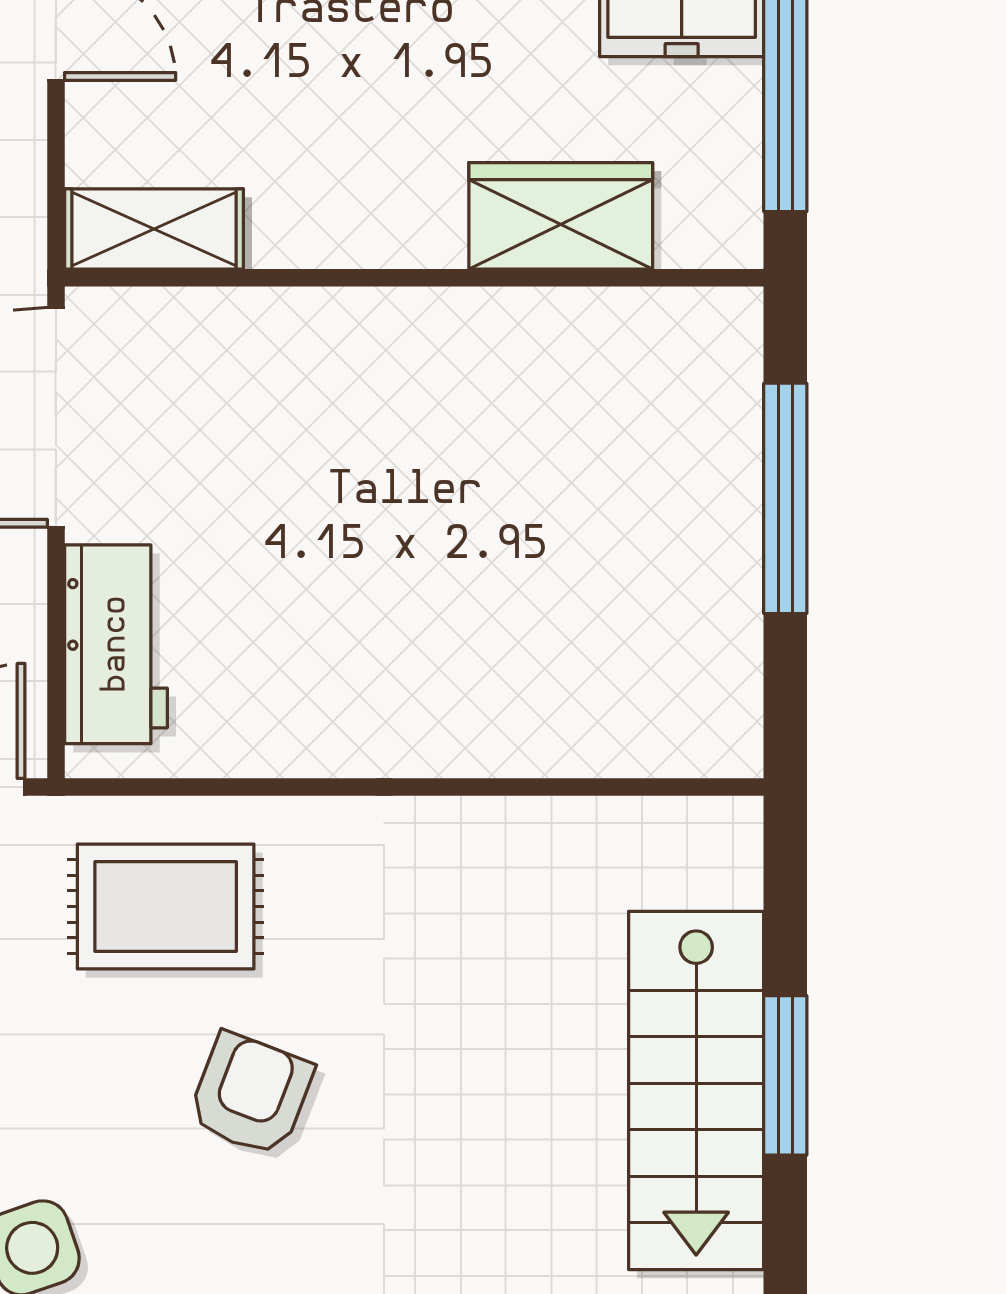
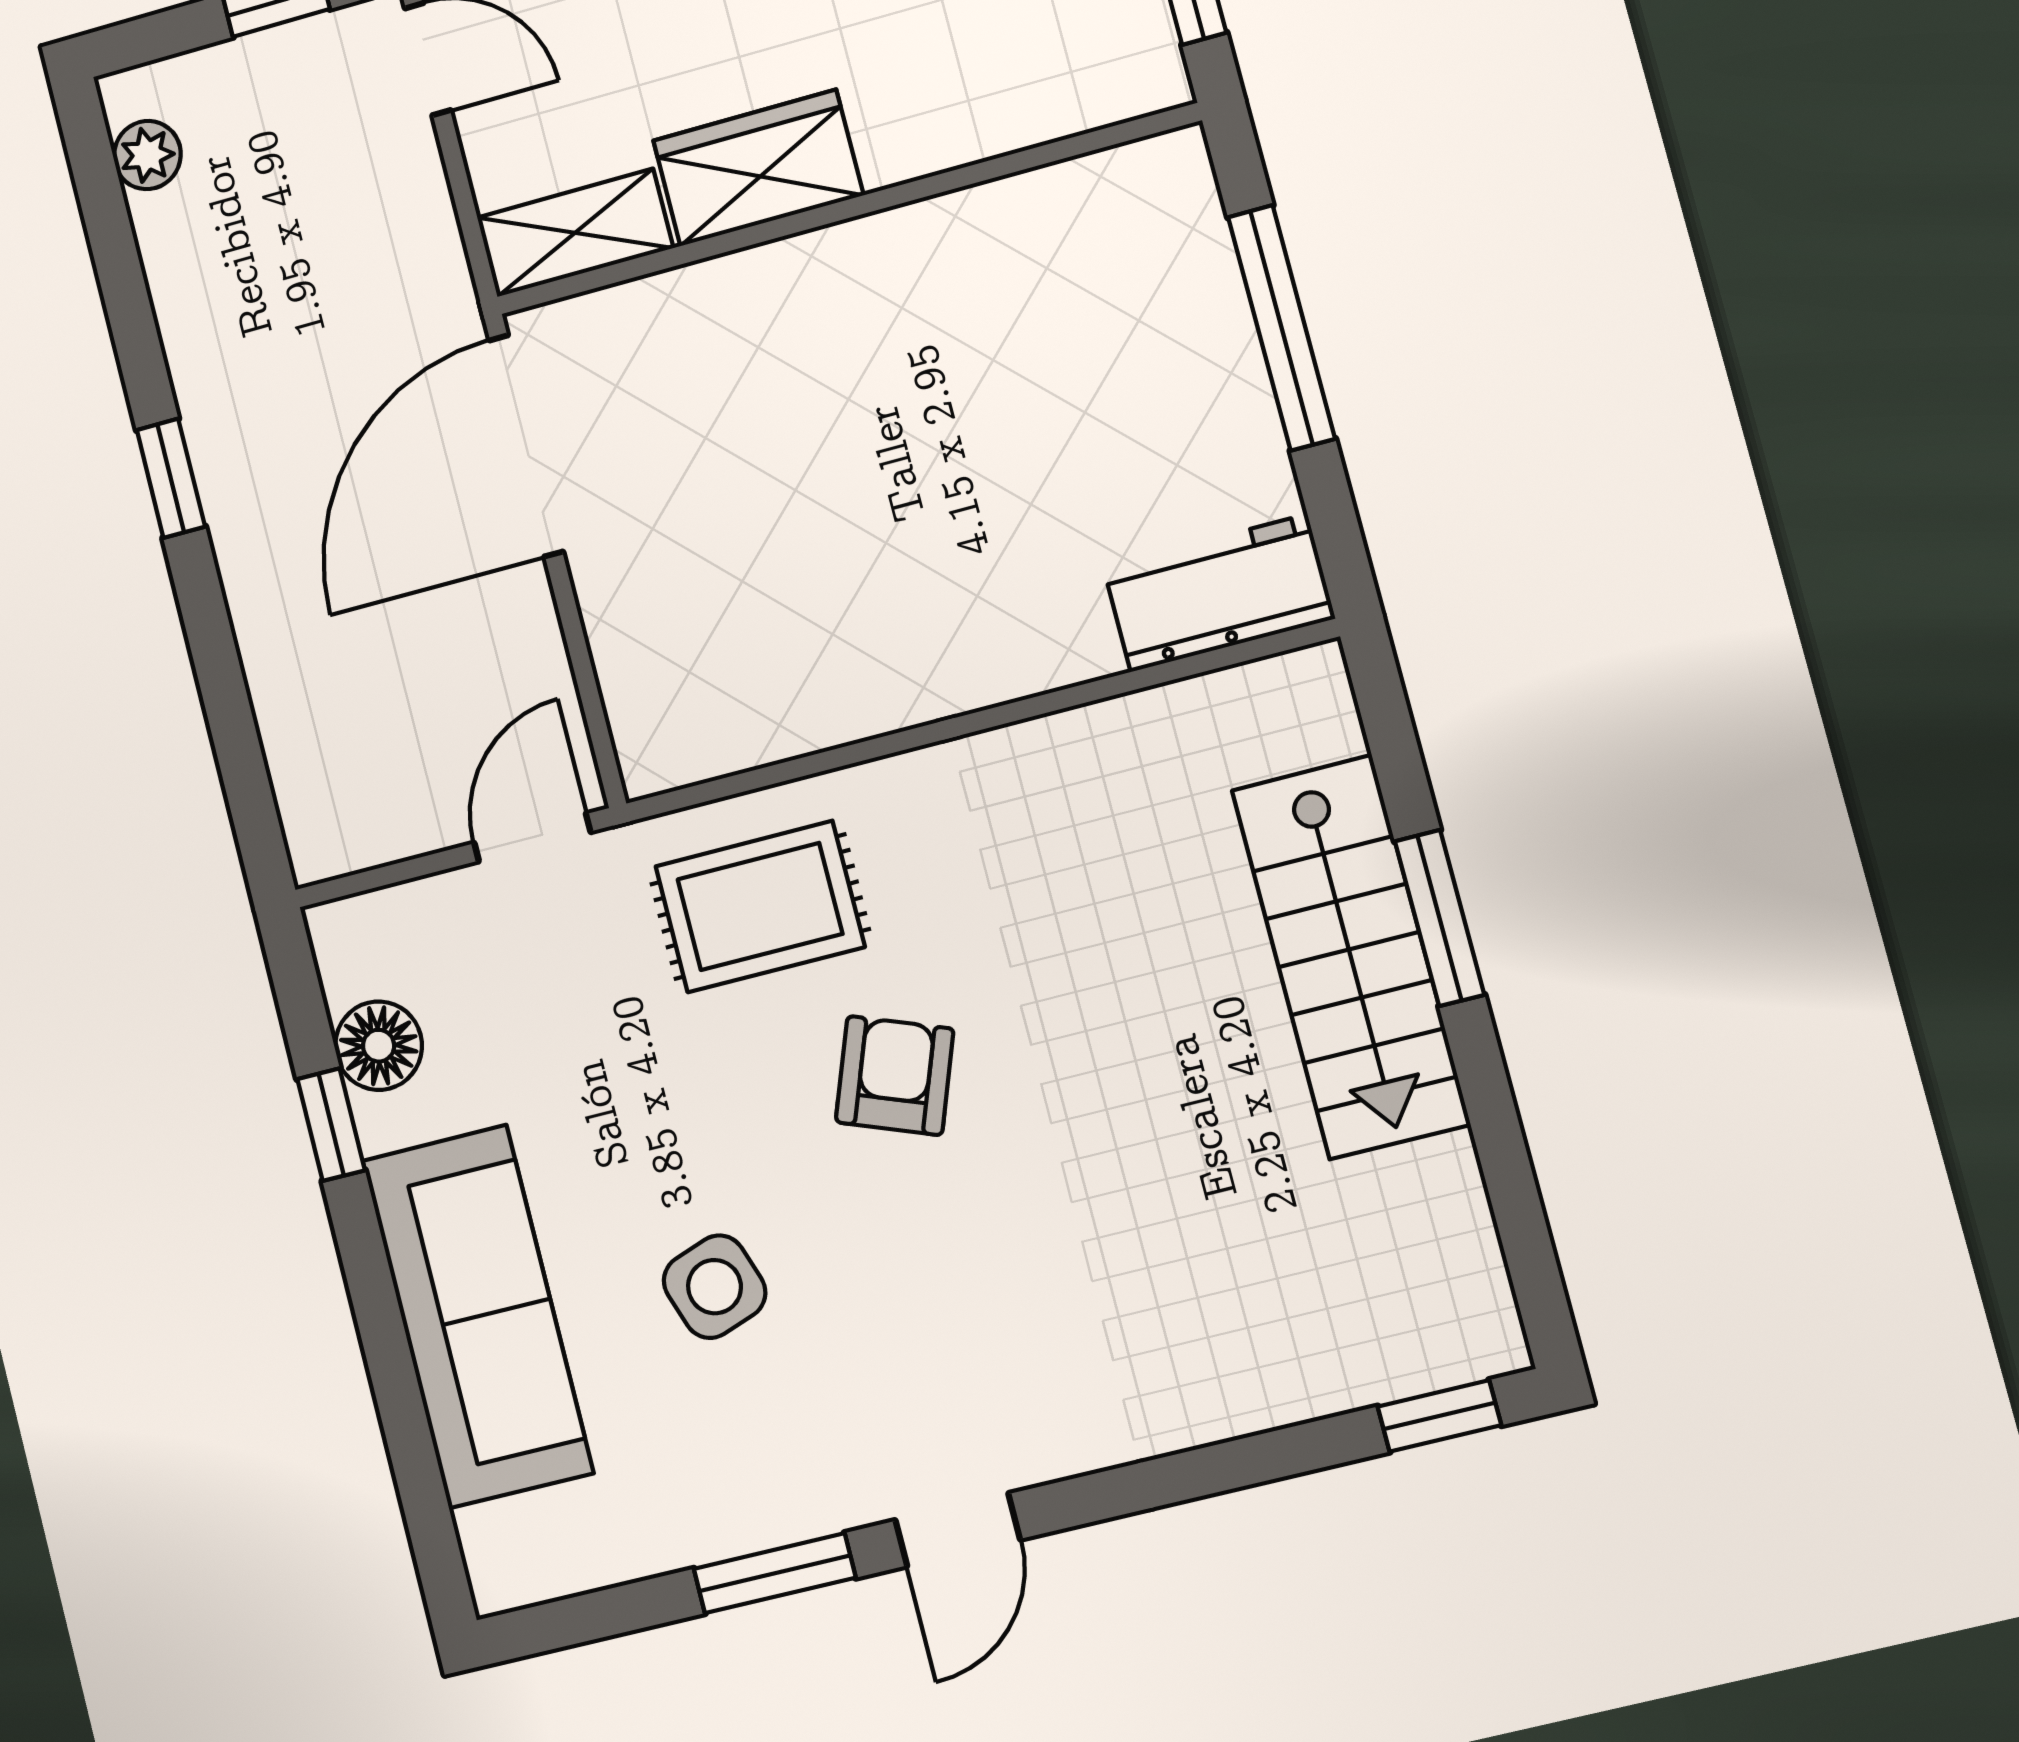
wardrobe: (561, 216) -> (758, 168), moved
workbench: (116, 644) -> (1219, 593), moved, turned -90

